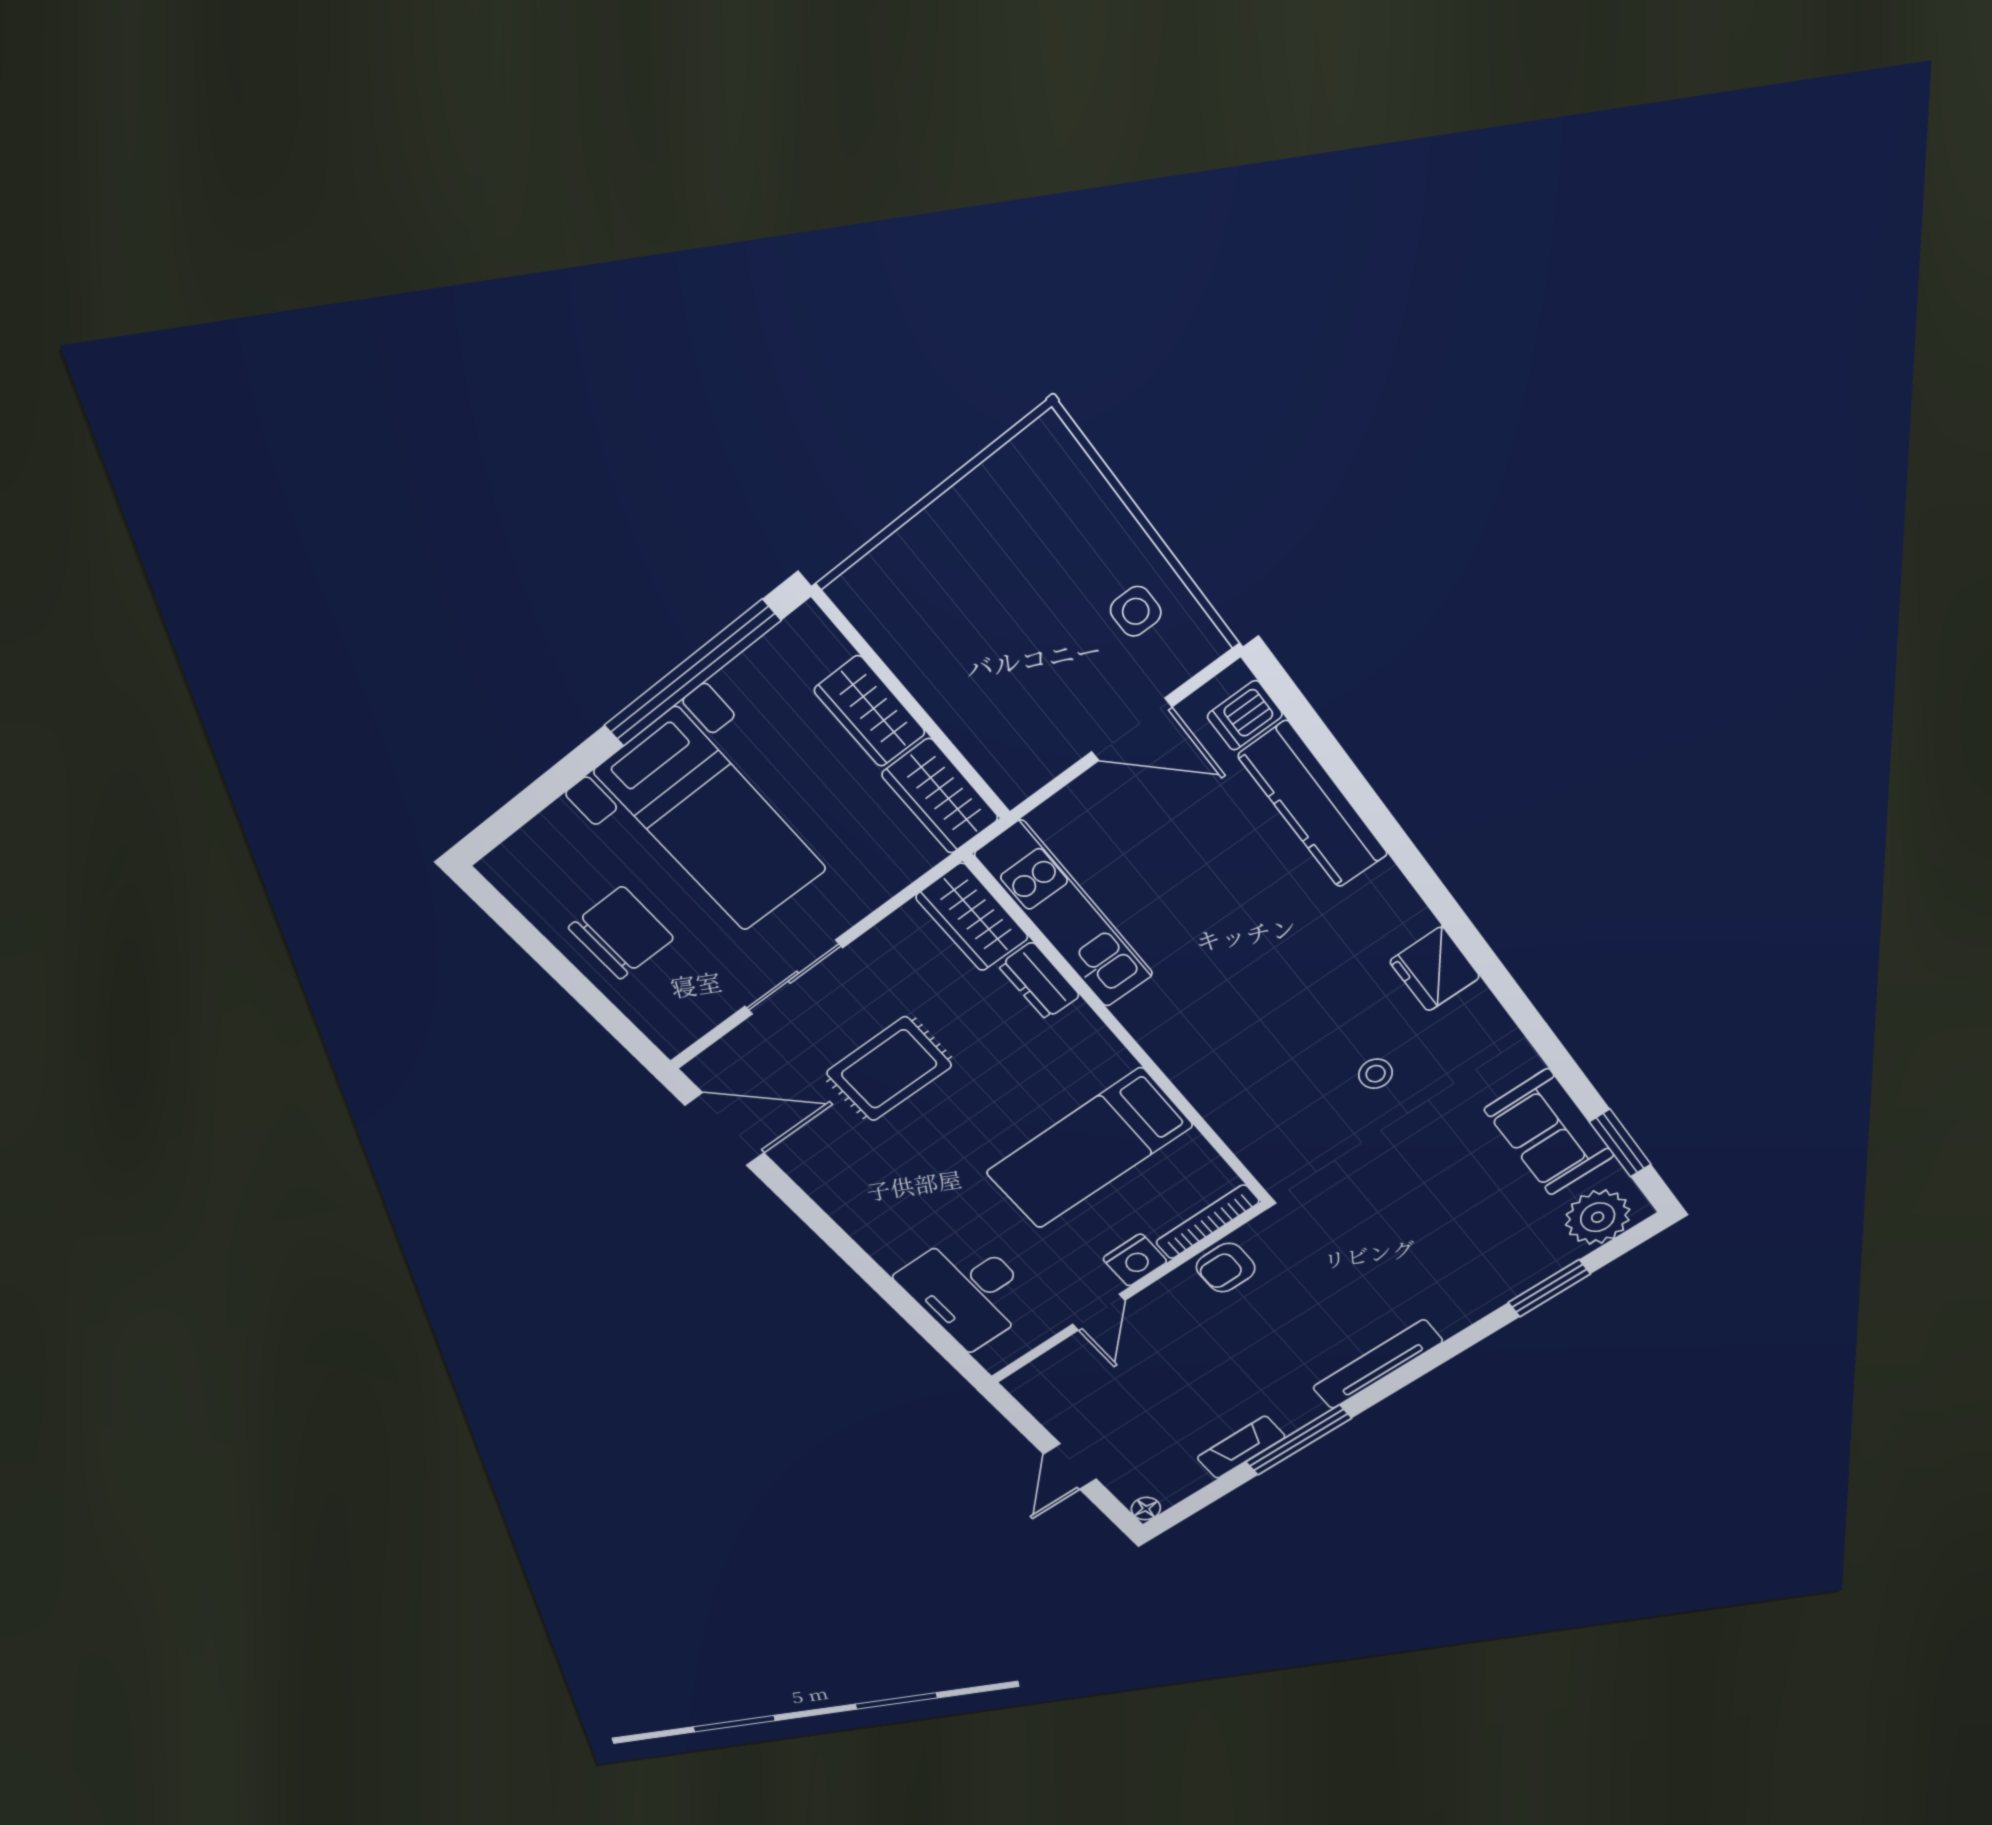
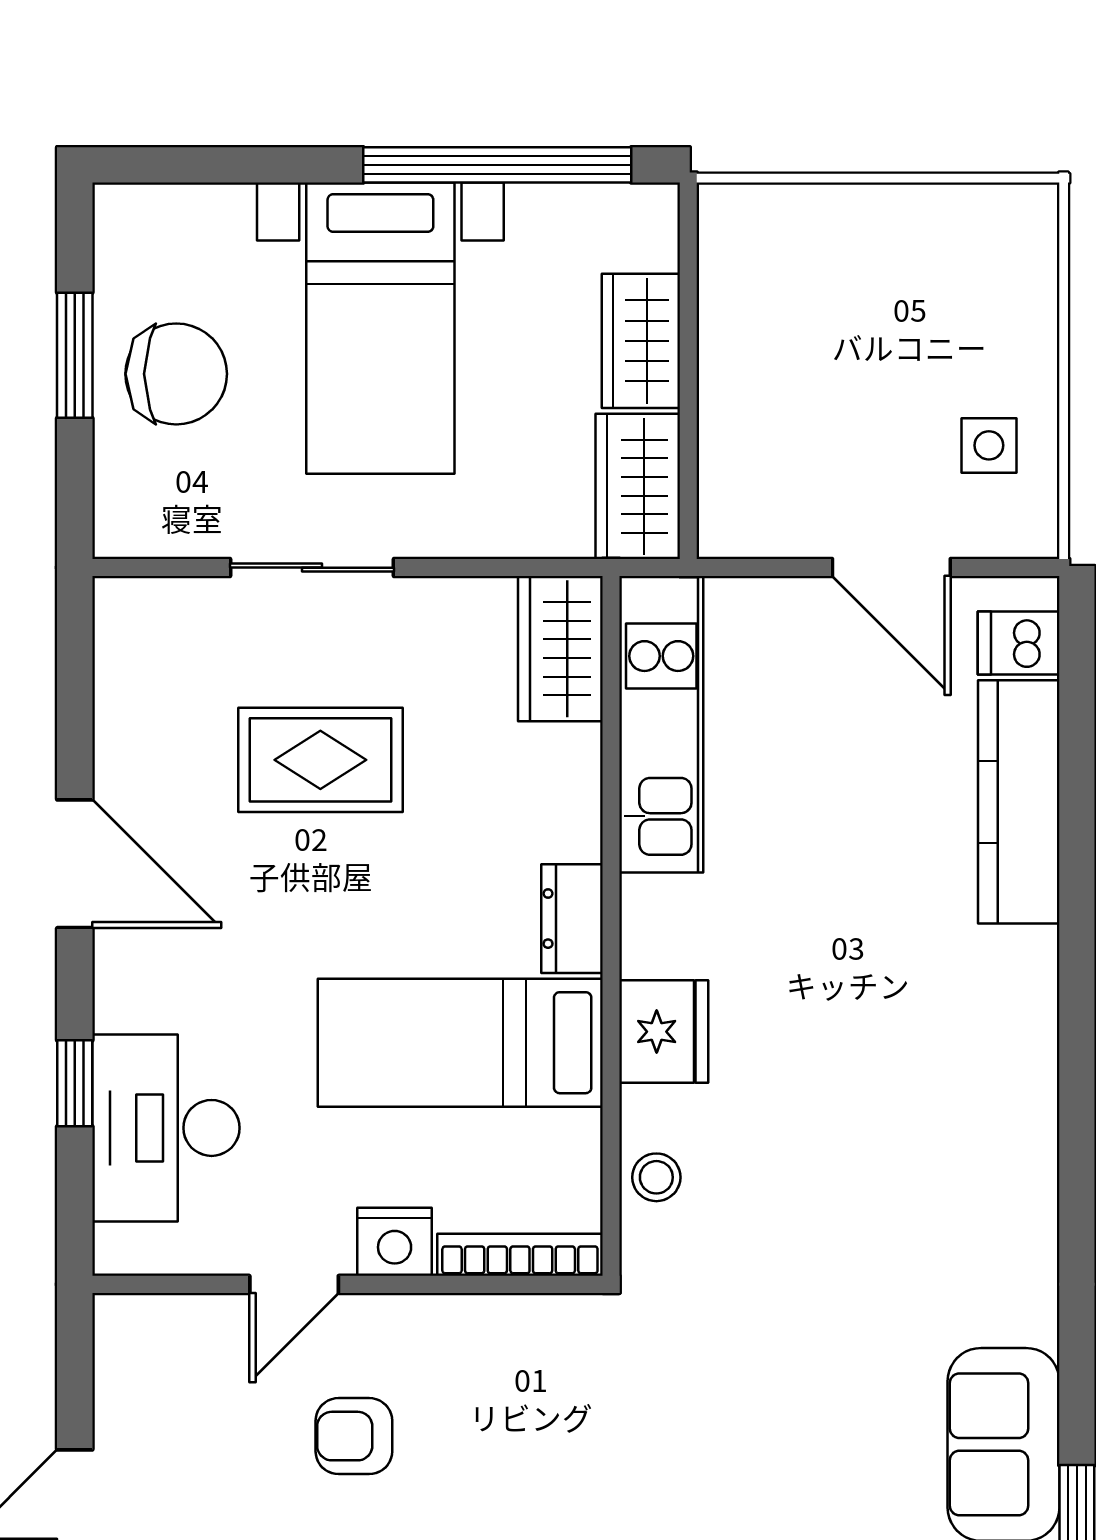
window: (557, 965) -> (75, 355), added
fridge: (1435, 969) -> (664, 1032), moved, turned 180
dresser: (1039, 981) -> (572, 919), moved
stool: (1376, 1074) -> (656, 1177), moved
door: (725, 1129) -> (75, 864), moved
armchair: (1226, 1268) -> (354, 1436), moved
window: (903, 1303) -> (75, 1083), added

